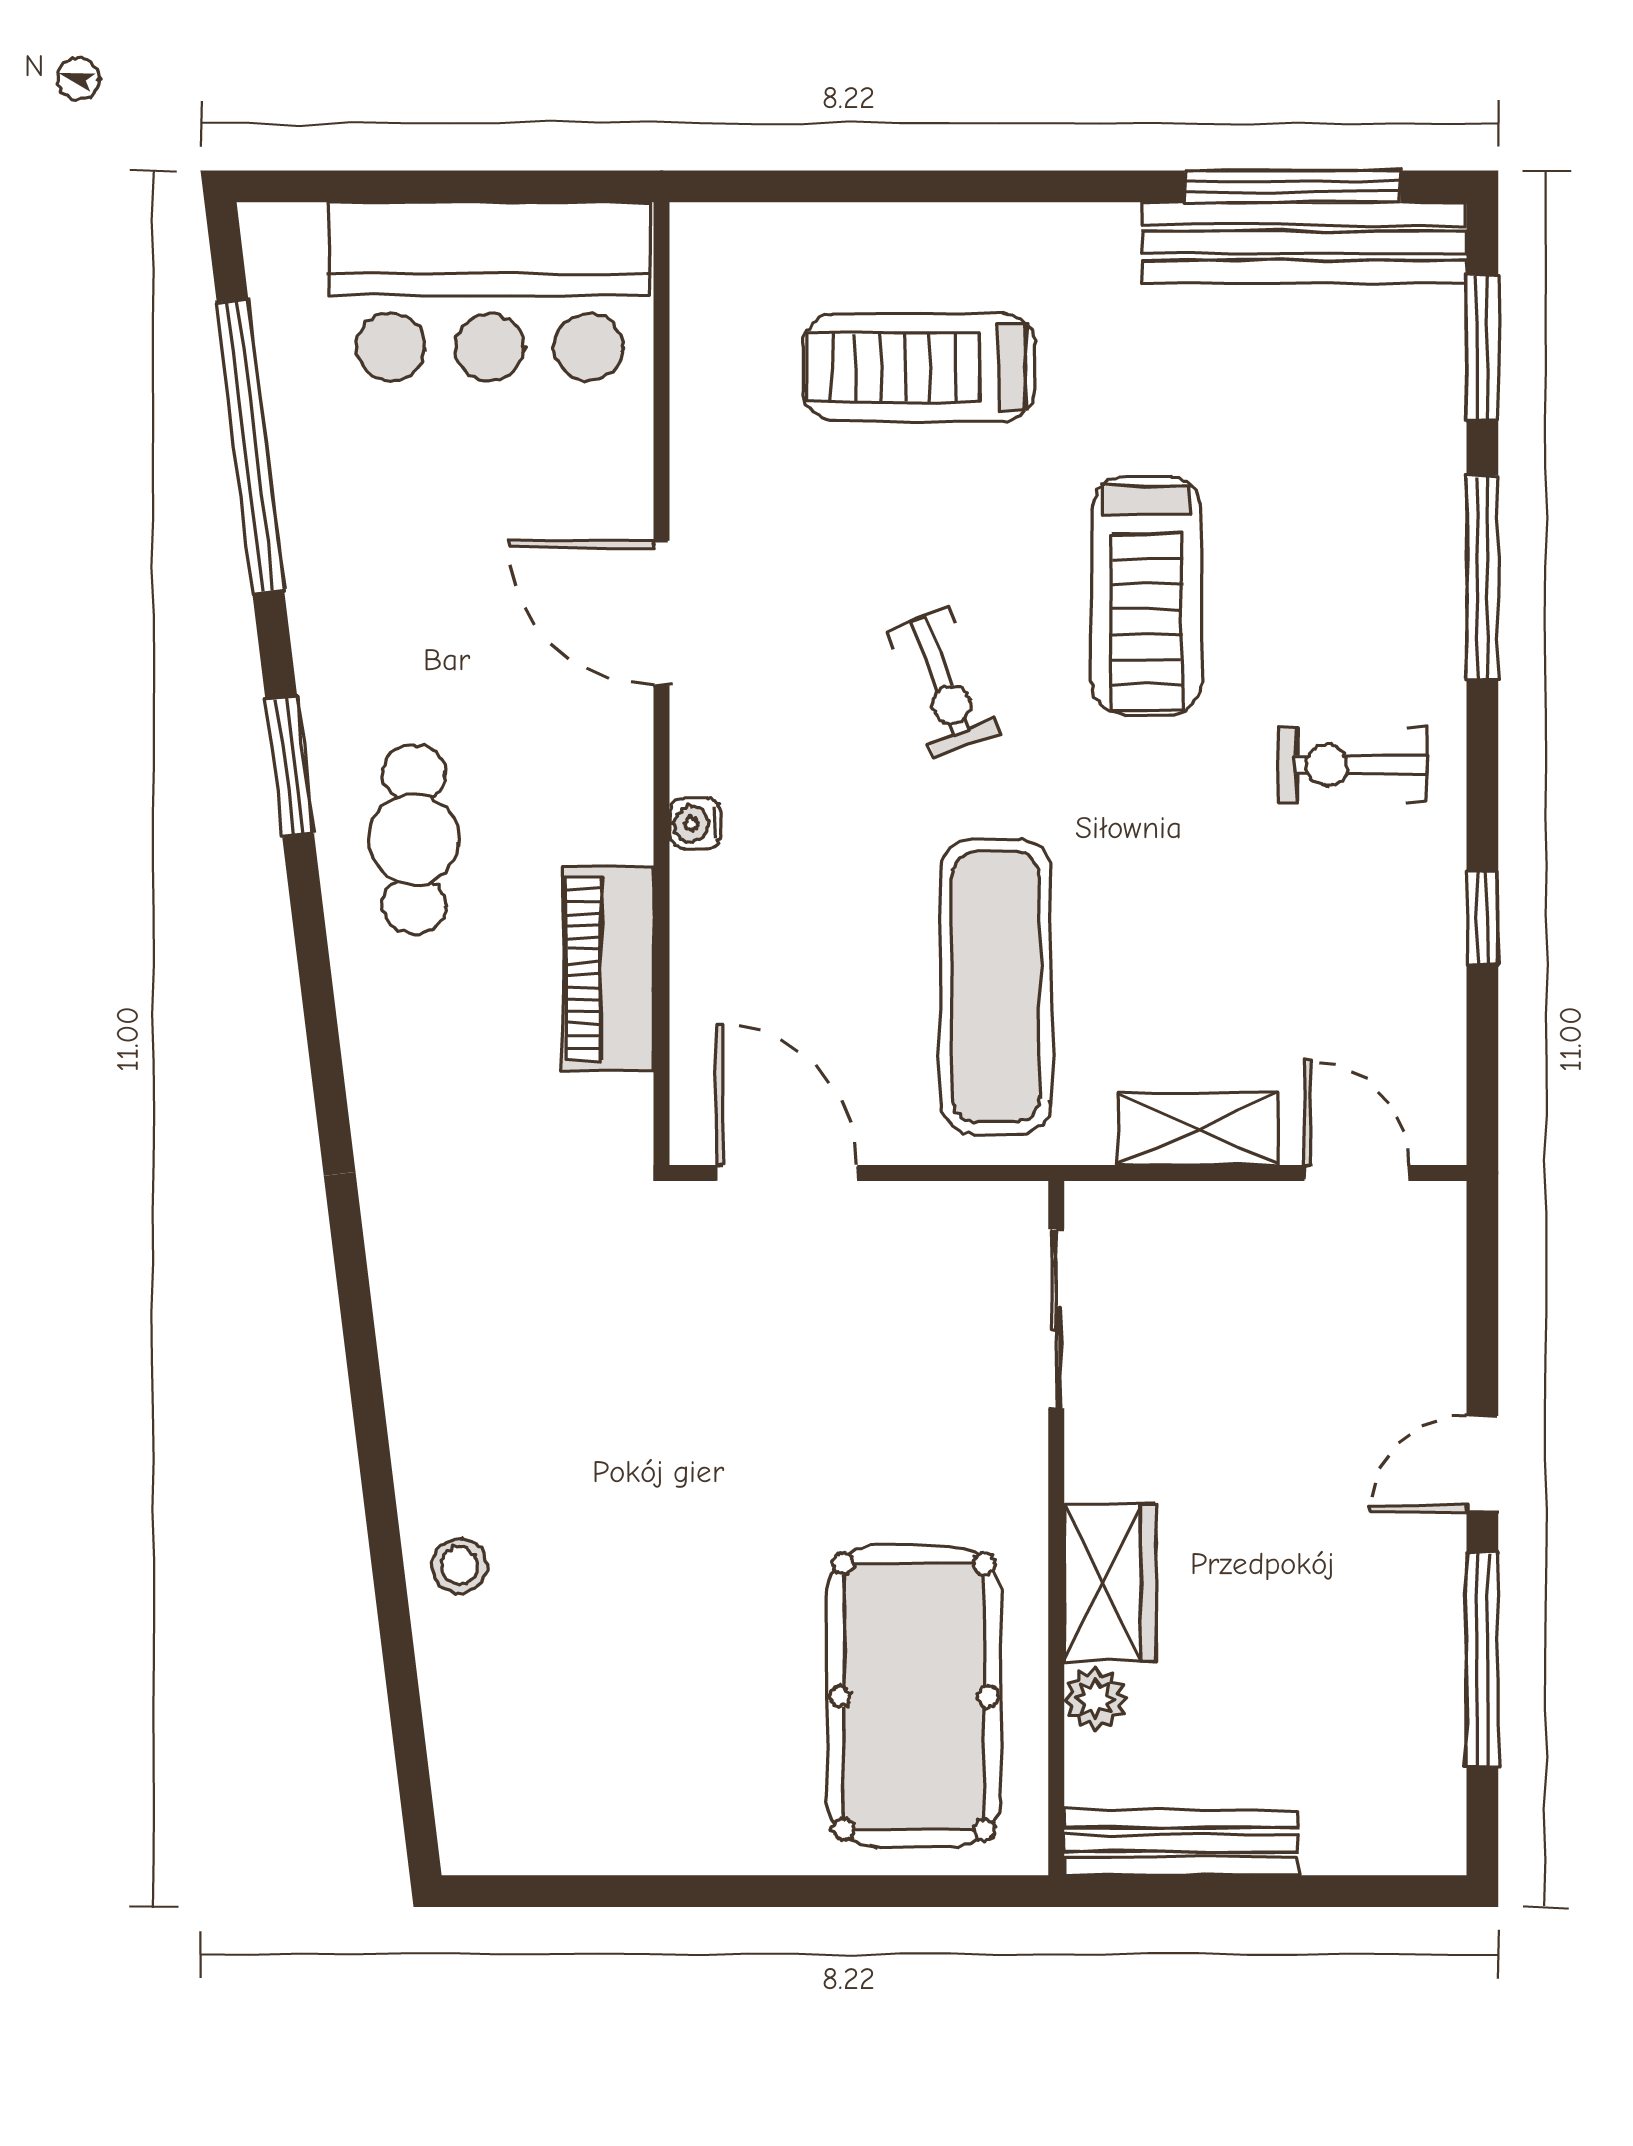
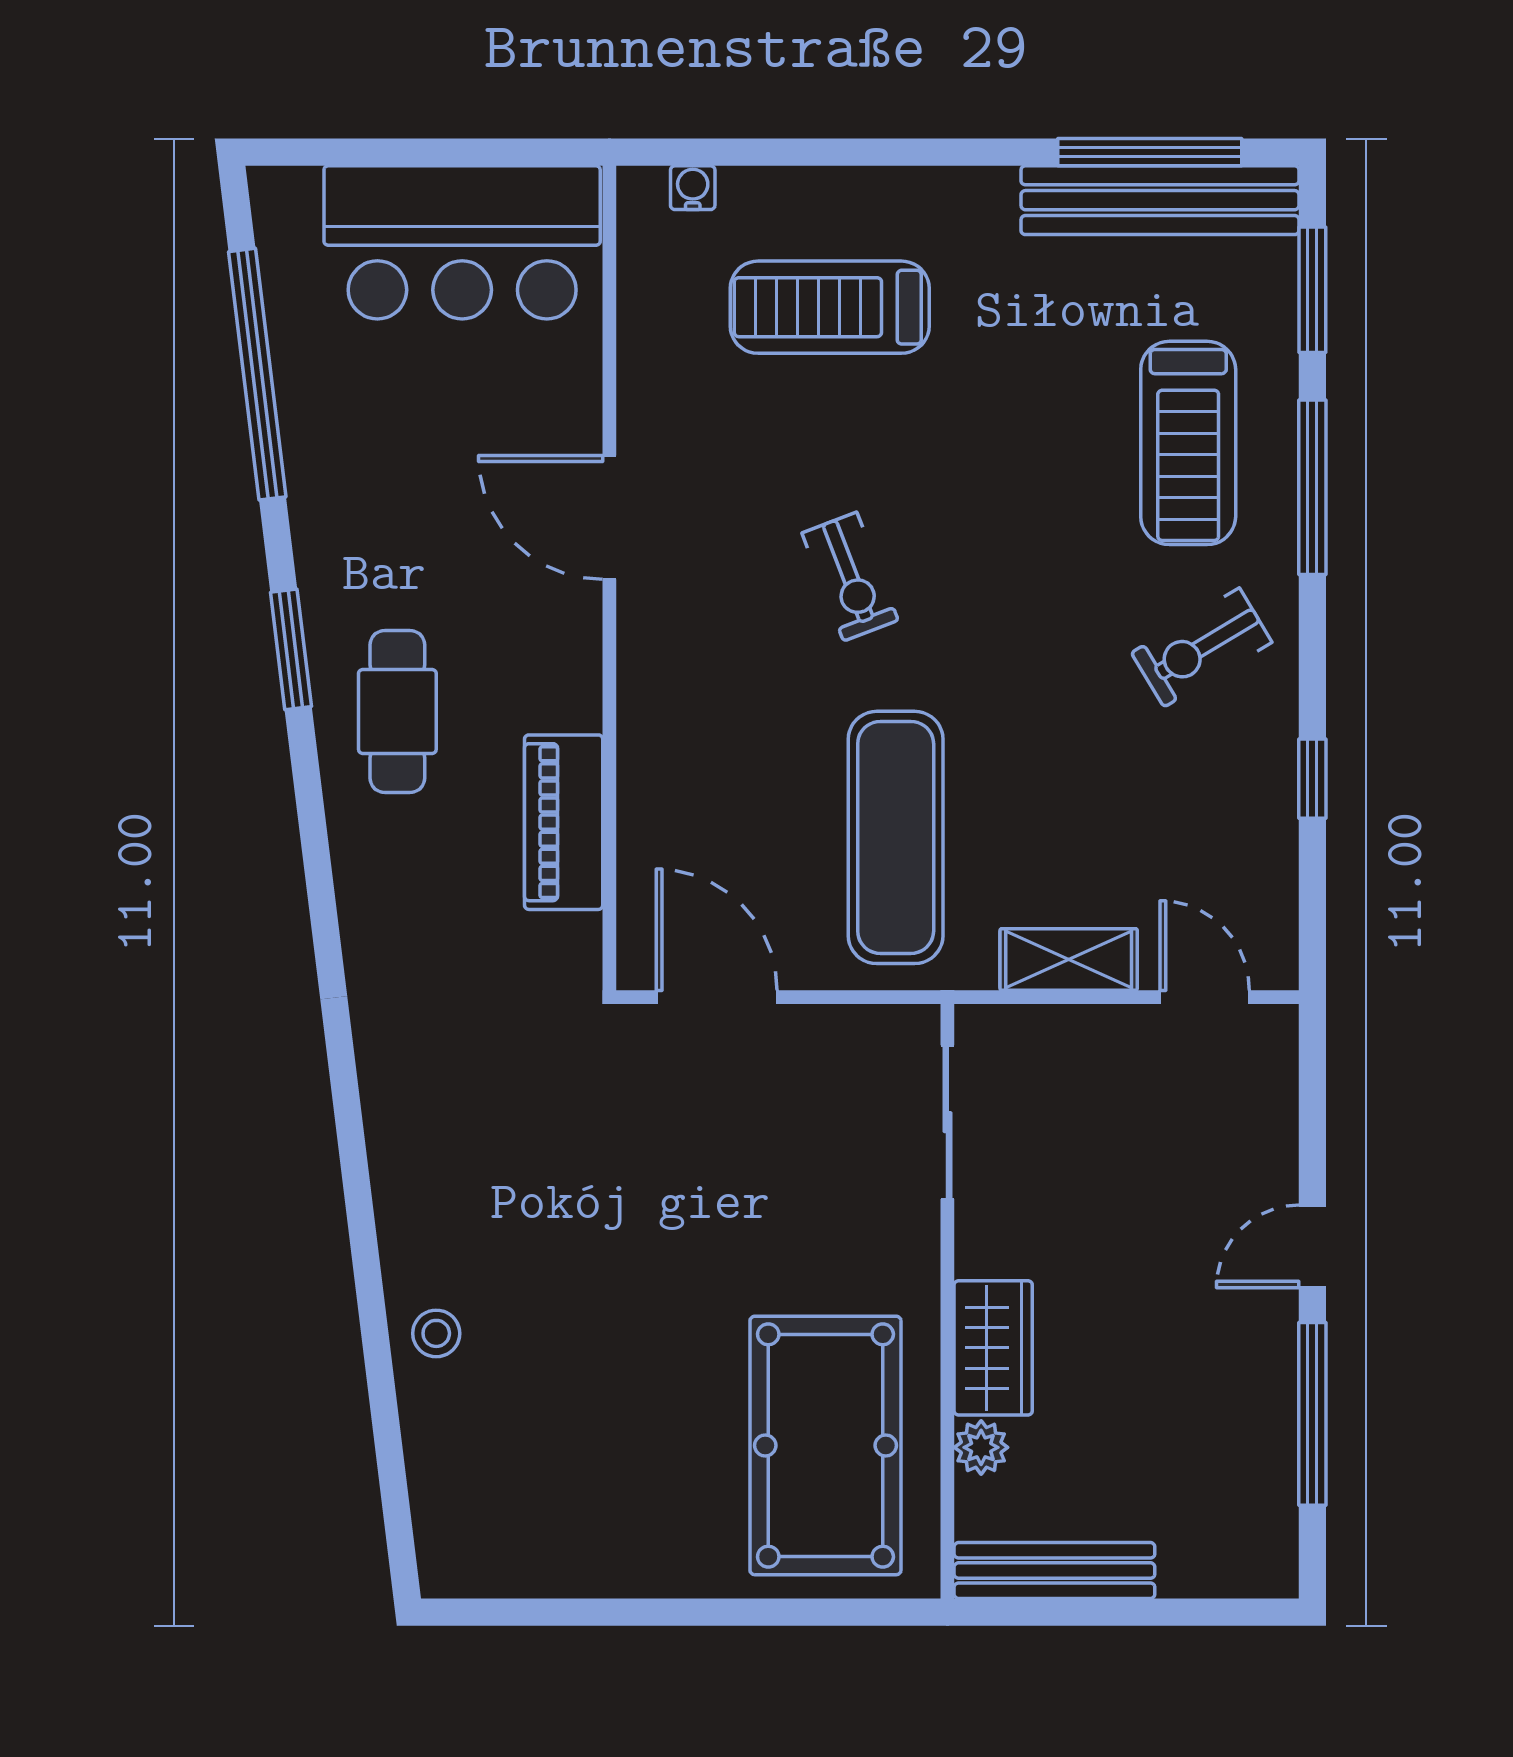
treadmill: (1147, 595) -> (1188, 443), moved
exercise bike: (1353, 765) -> (1202, 647), turned -31
water cooler: (695, 824) -> (693, 188), moved, turned 90

